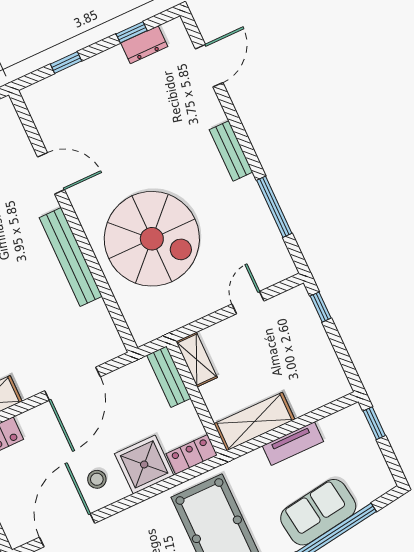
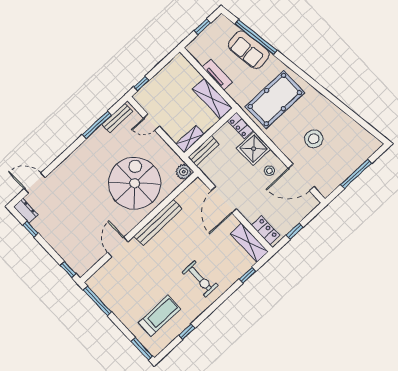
dresser: (144, 45) -> (26, 211), moved
window: (66, 63) -> (68, 270), moved
bench: (231, 151) -> (117, 118), moved
plant: (144, 330) -> (184, 172), added
door: (72, 384) -> (224, 200), swing flipped
window: (374, 423) -> (202, 27), moved

